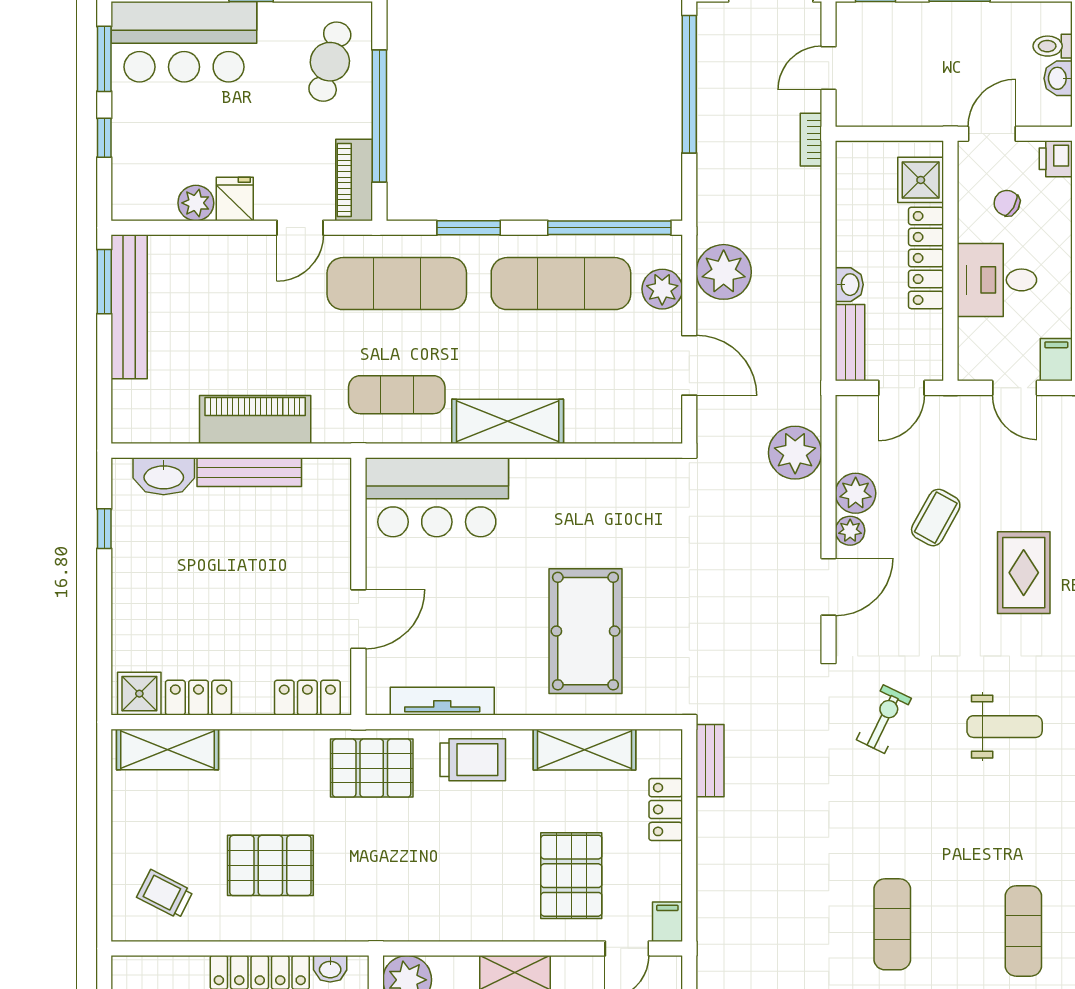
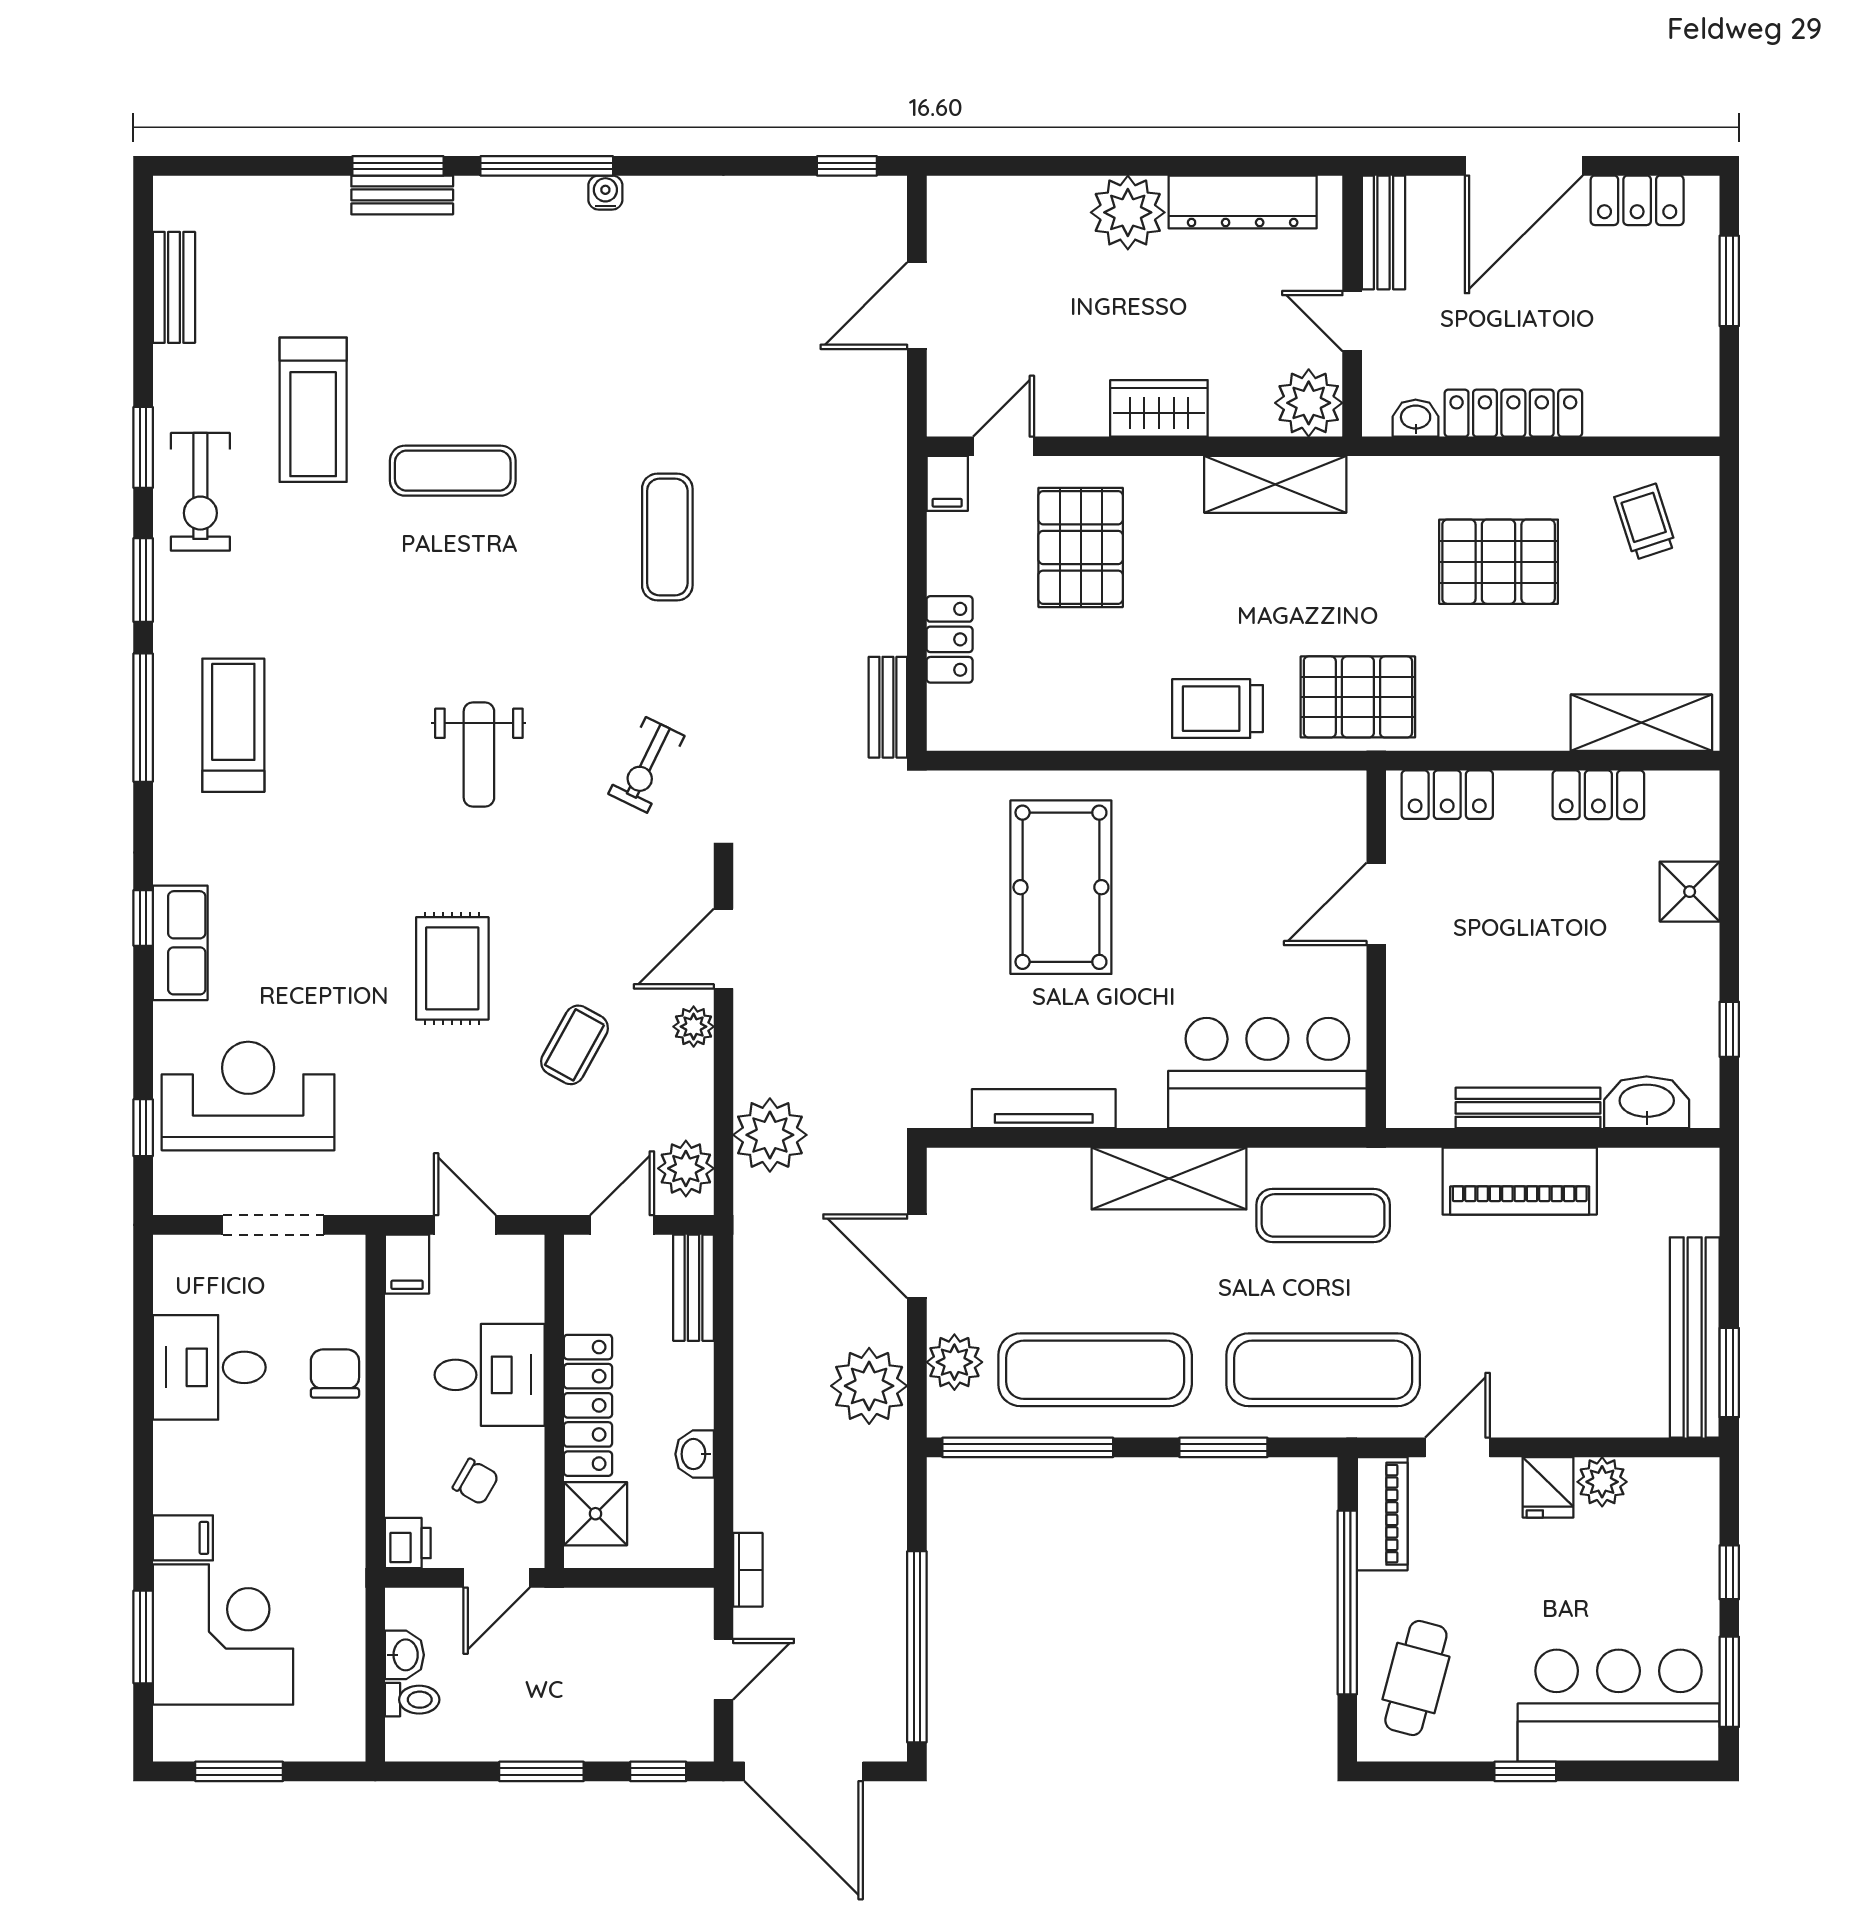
washbasin: (849, 285) -> (695, 1454), moved
plant: (856, 493) -> (686, 1168), moved
shower: (139, 694) -> (1690, 892), moved
tv unit: (442, 701) -> (1044, 1109), moved, turned 180
weight bench: (1005, 727) -> (479, 755), turned -90
shelving: (584, 750) -> (1275, 484), moved
trolley: (165, 894) -> (1645, 522), turned -135
exercise mat: (892, 924) -> (667, 537), moved
exercise mat: (1023, 931) -> (453, 471), turned 90

